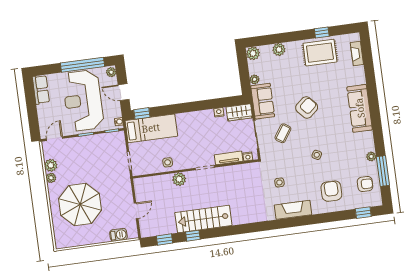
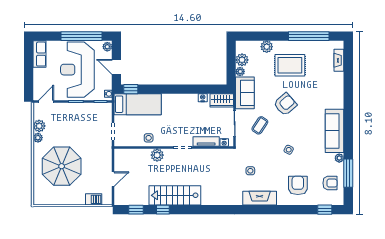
window: (322, 32) -> (309, 36), width x3.17
plant: (253, 53) -> (242, 60), moved
rug: (320, 53) -> (290, 65), moved
sofa: (360, 108) -> (335, 131), moved

